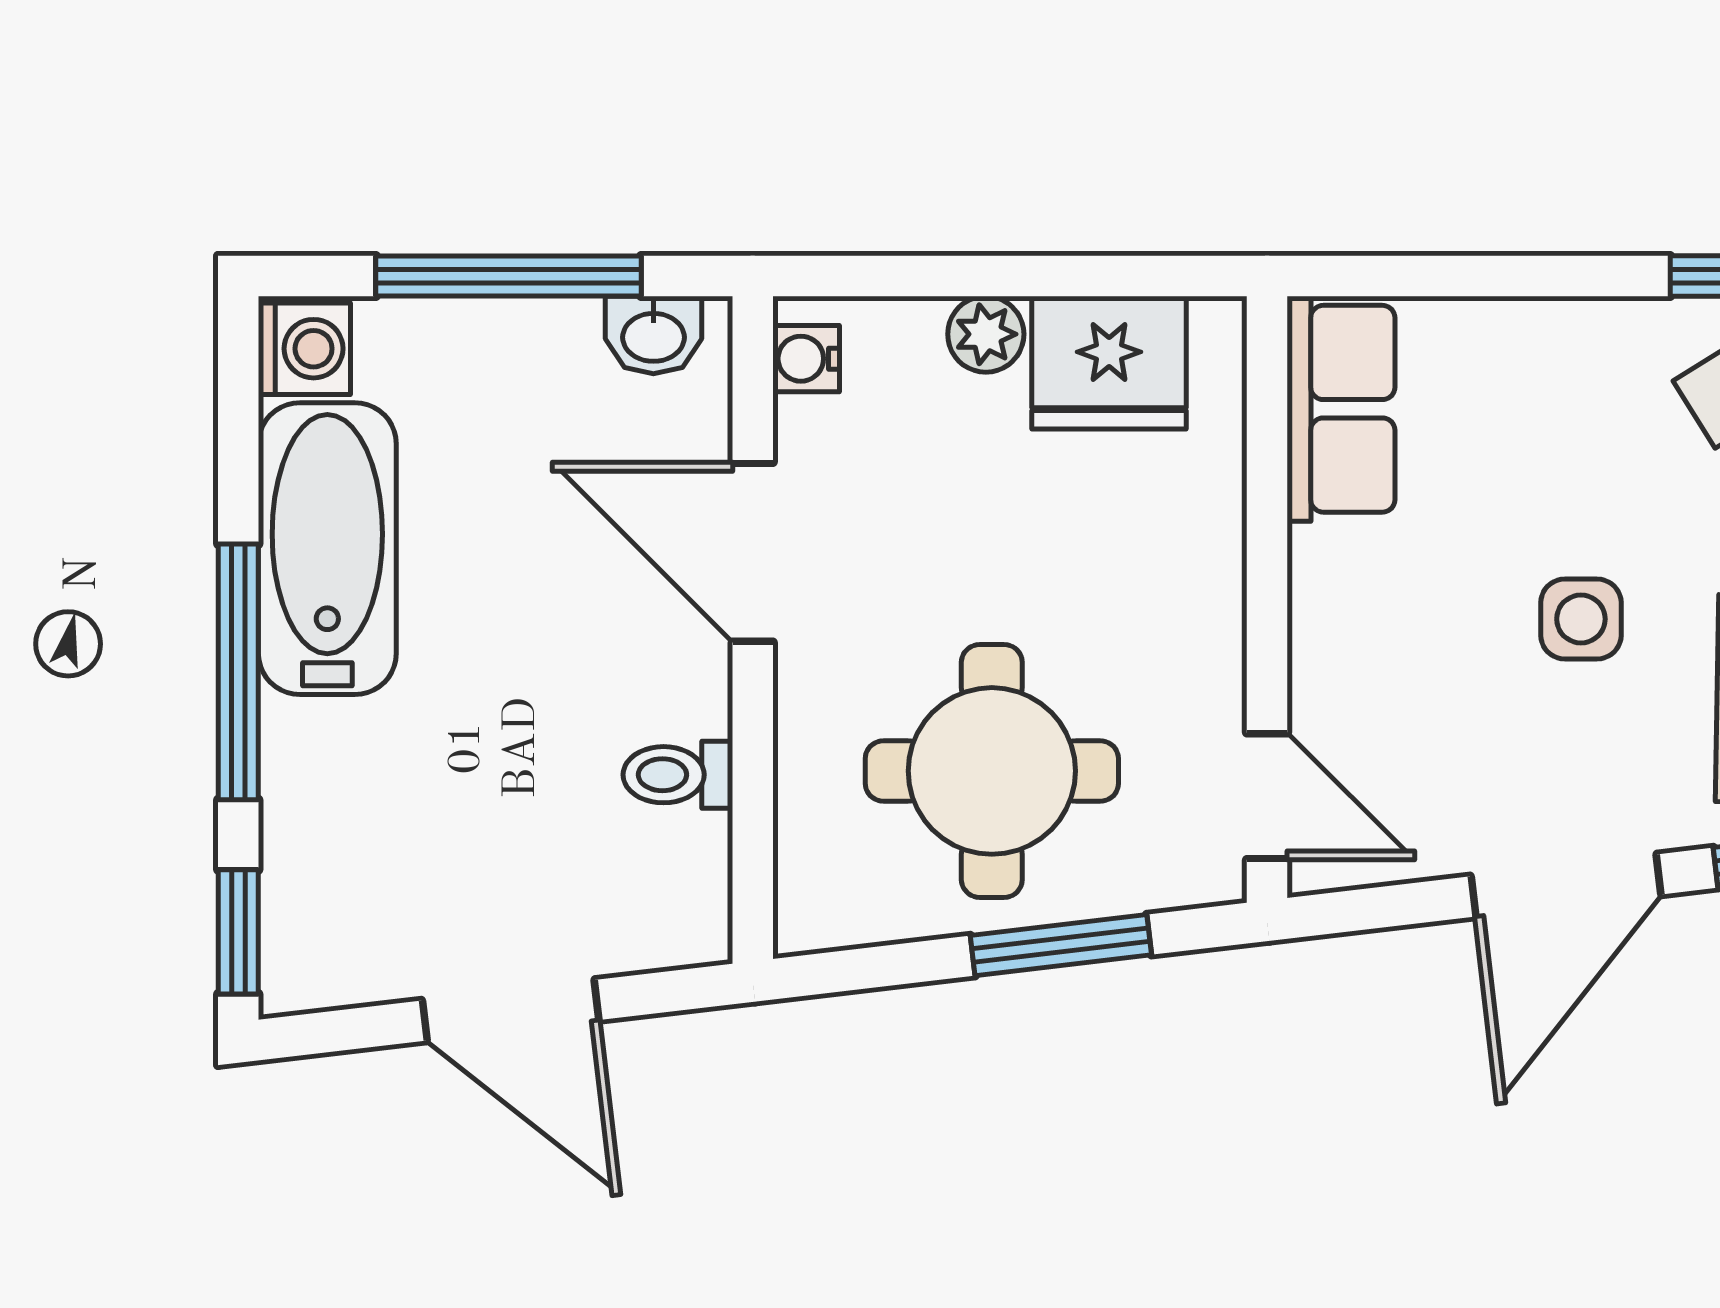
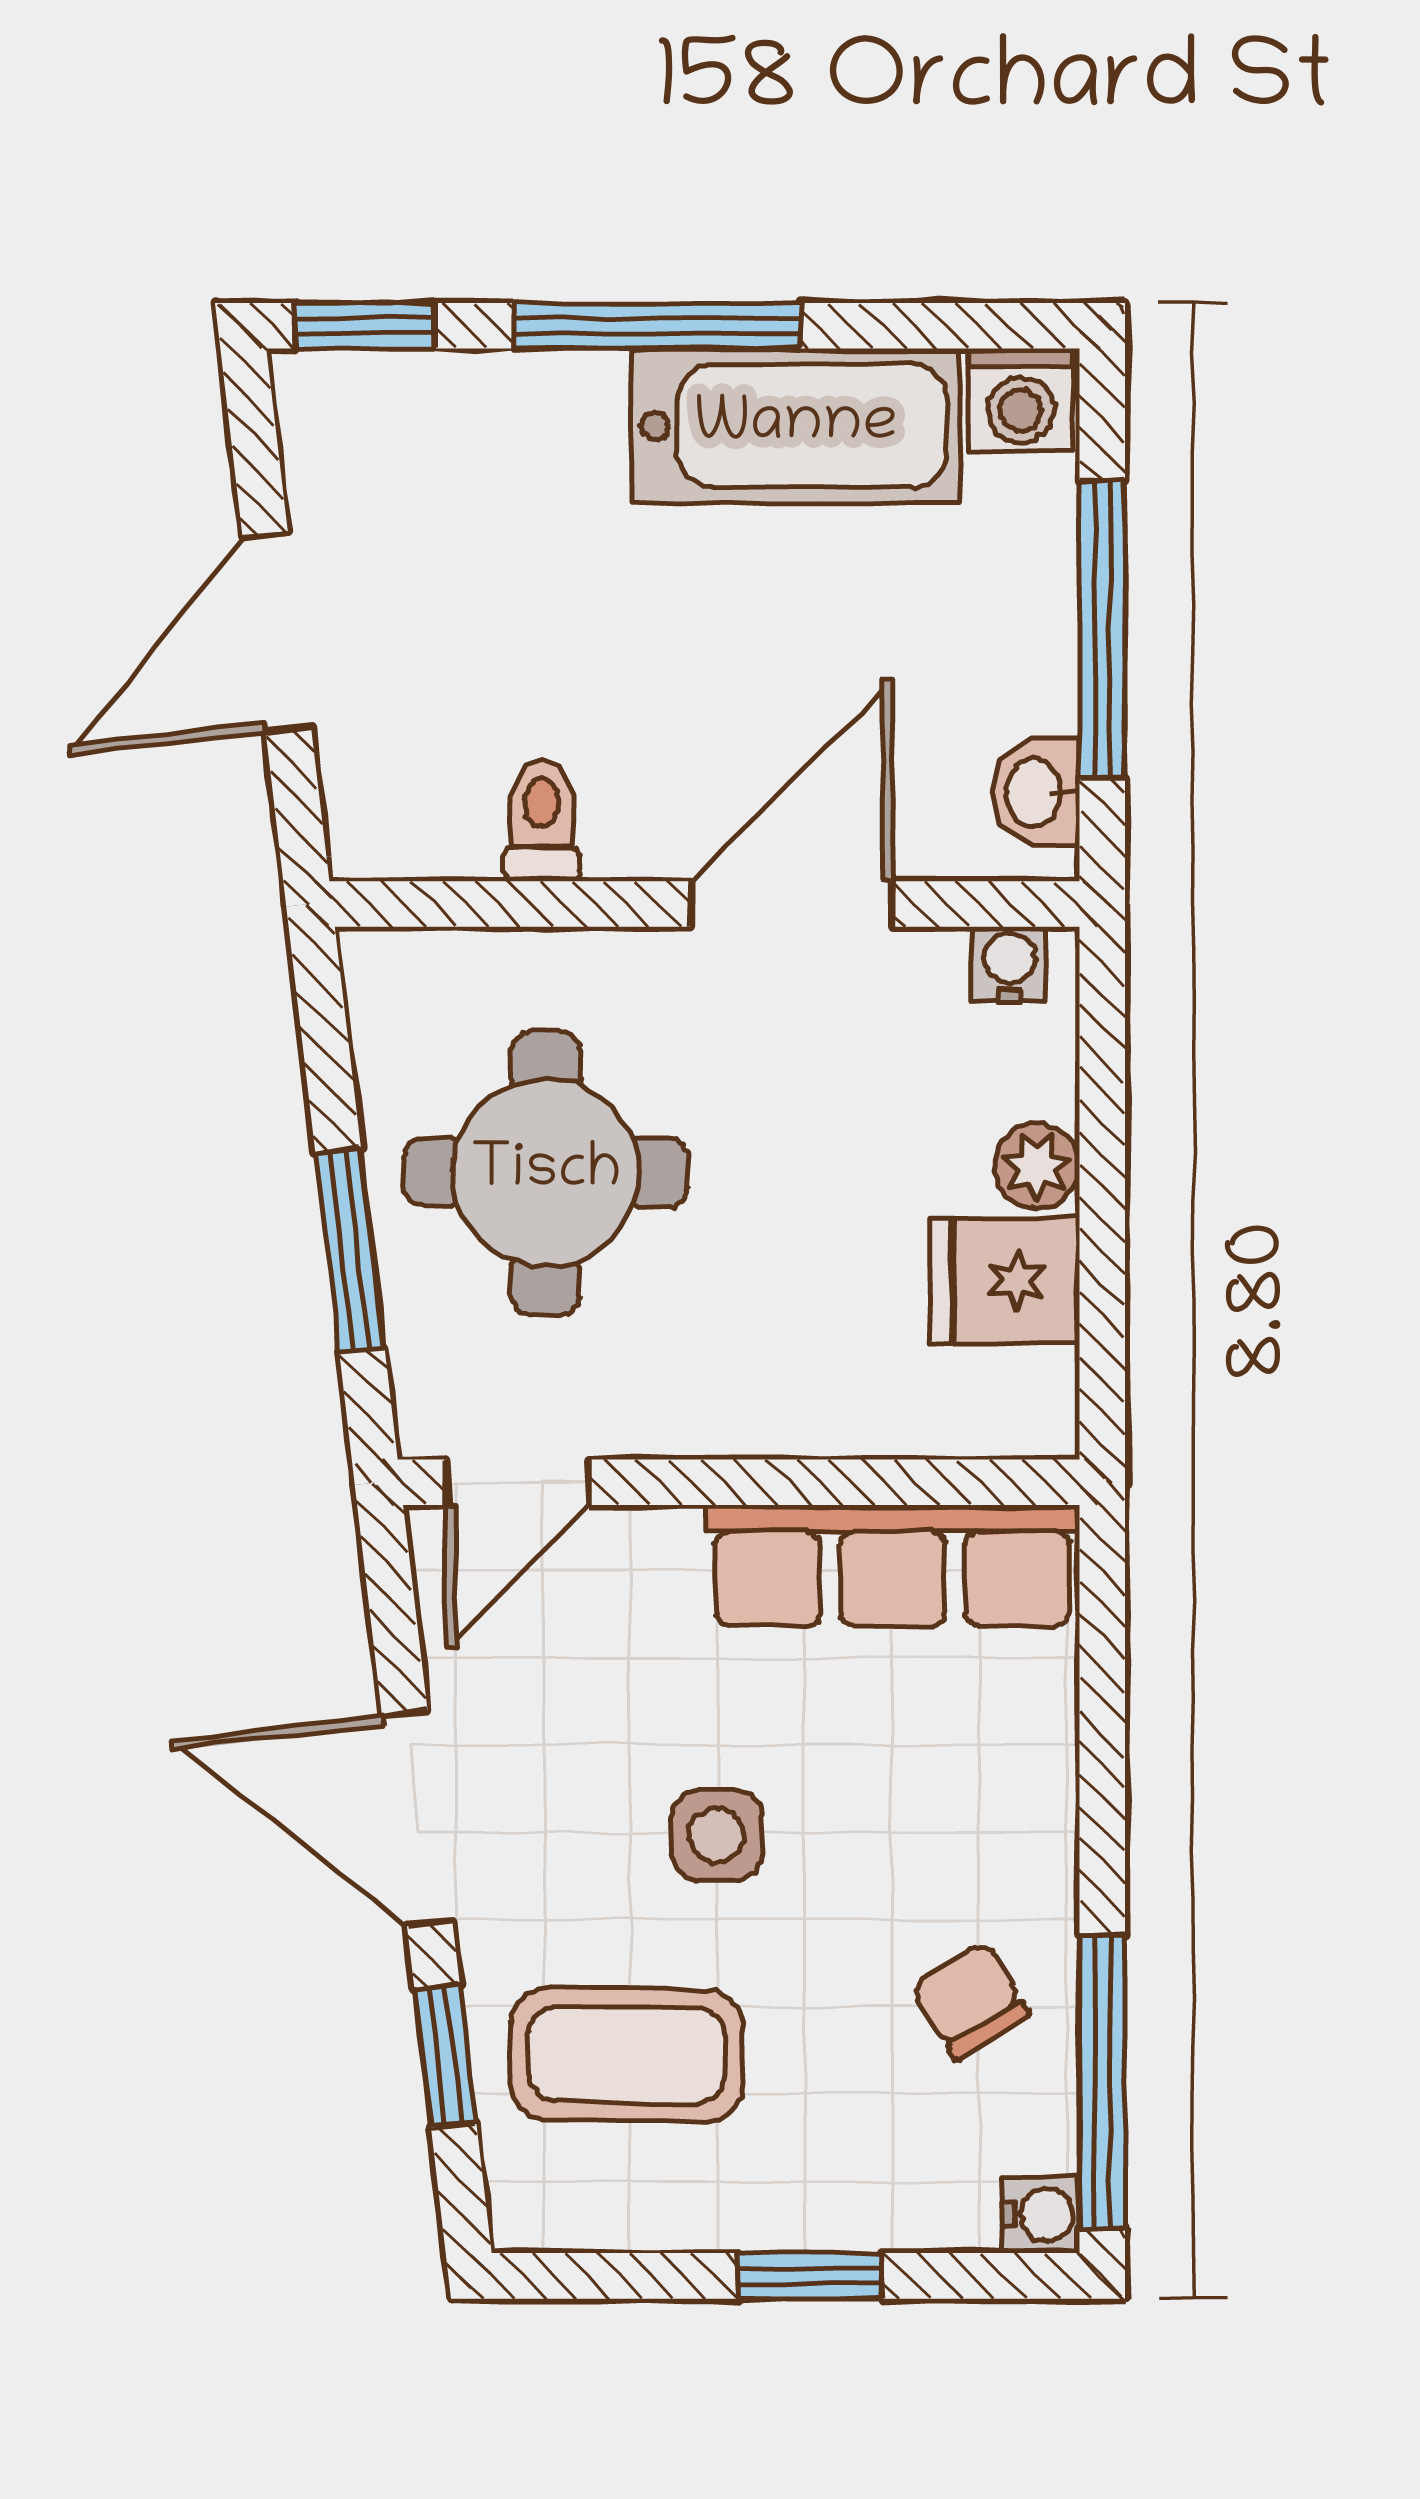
fridge: (1109, 363) -> (1005, 1281), width x0.72
row of seats: (1341, 409) -> (893, 1565), width x1.48

